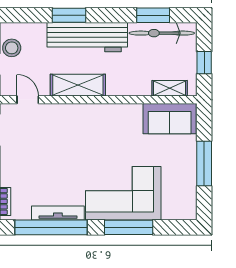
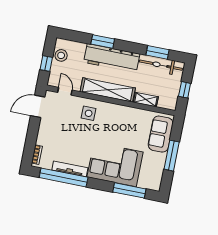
shelving: (78, 85) -> (108, 90), width x1.47
shelving: (170, 88) -> (146, 100), moved
sofa: (170, 119) -> (161, 134), moved, turned 90
side table: (69, 125) -> (89, 113), added
window: (129, 227) -> (129, 190), moved

